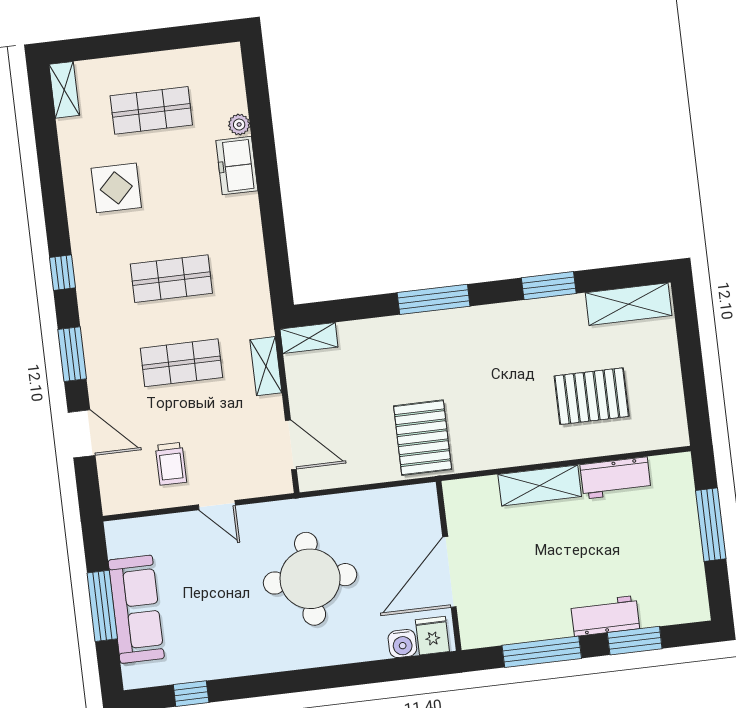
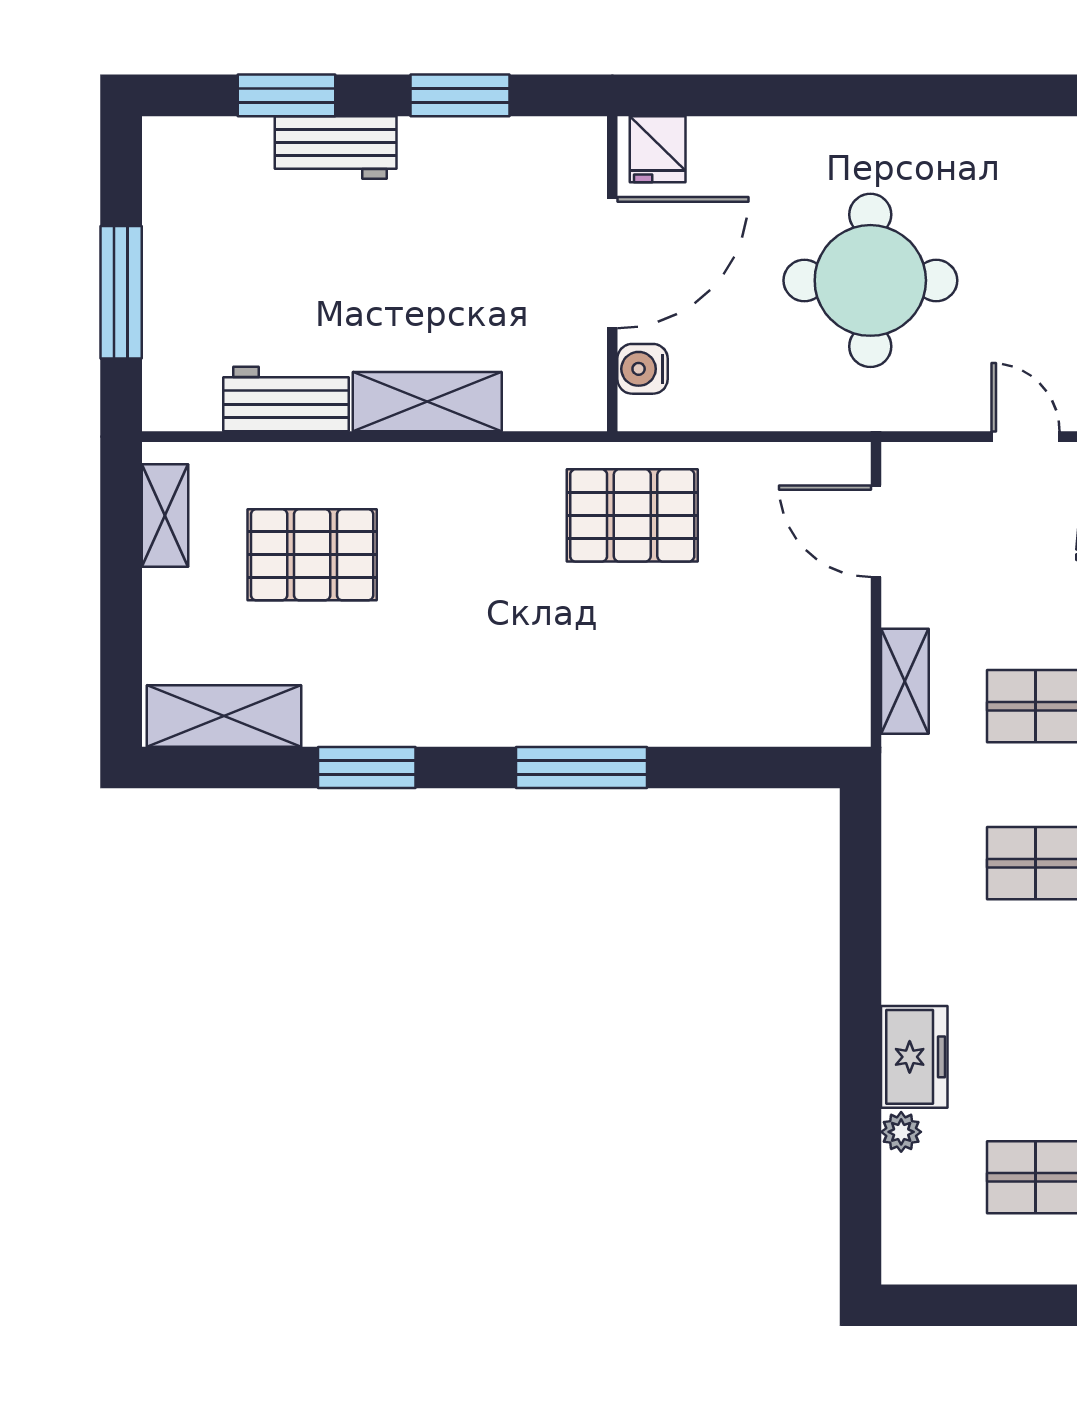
shelving: (309, 338) -> (165, 515), moved, turned 90
pallet: (423, 438) -> (632, 515), turned 90
water cooler: (402, 644) -> (643, 369), moved, turned -90
window: (542, 652) -> (460, 95), width x0.69

